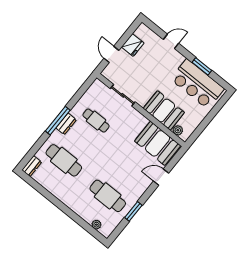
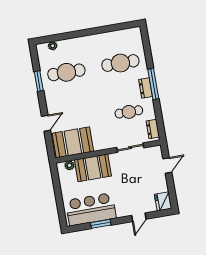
fridge: (133, 45) -> (163, 201), moved
door: (111, 54) -> (167, 165), hinge flipped
dresser: (32, 166) -> (153, 129), moved

